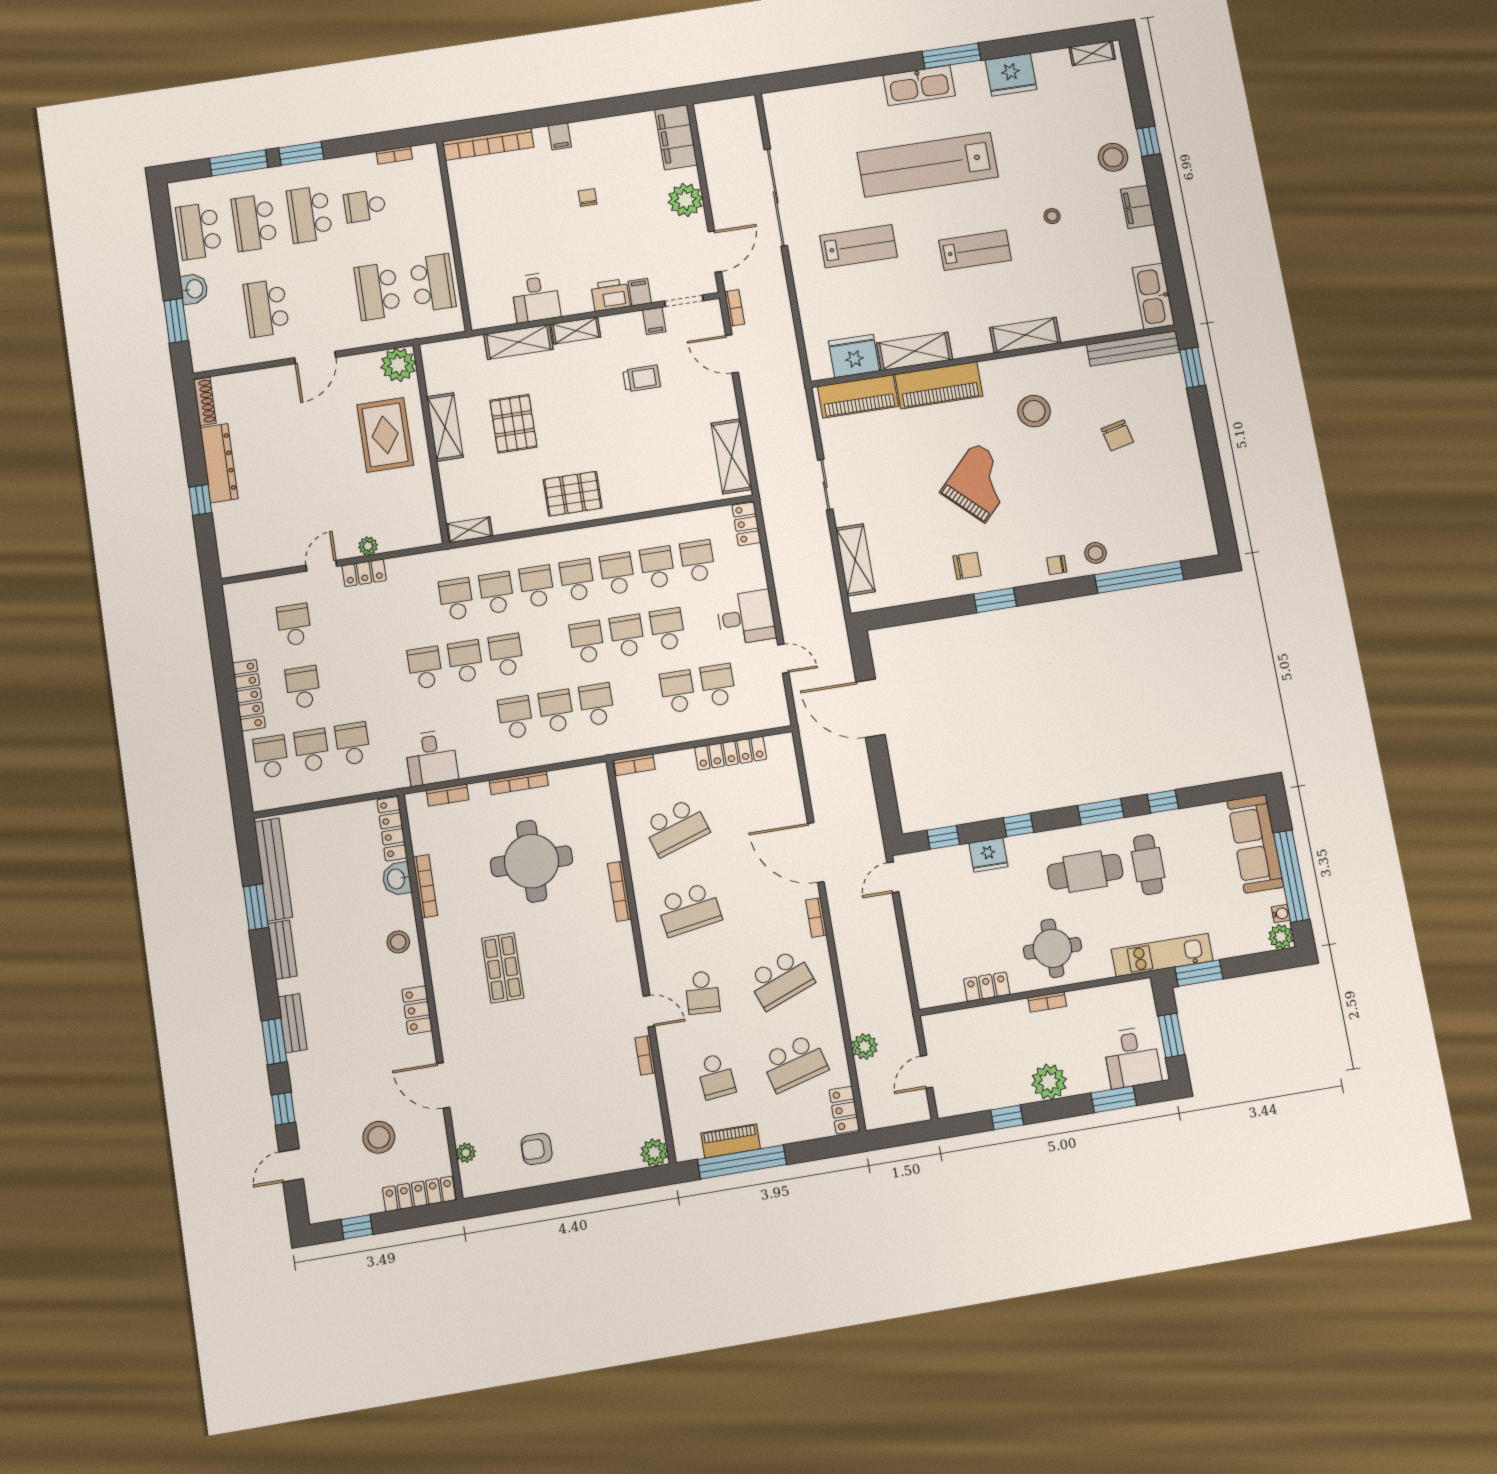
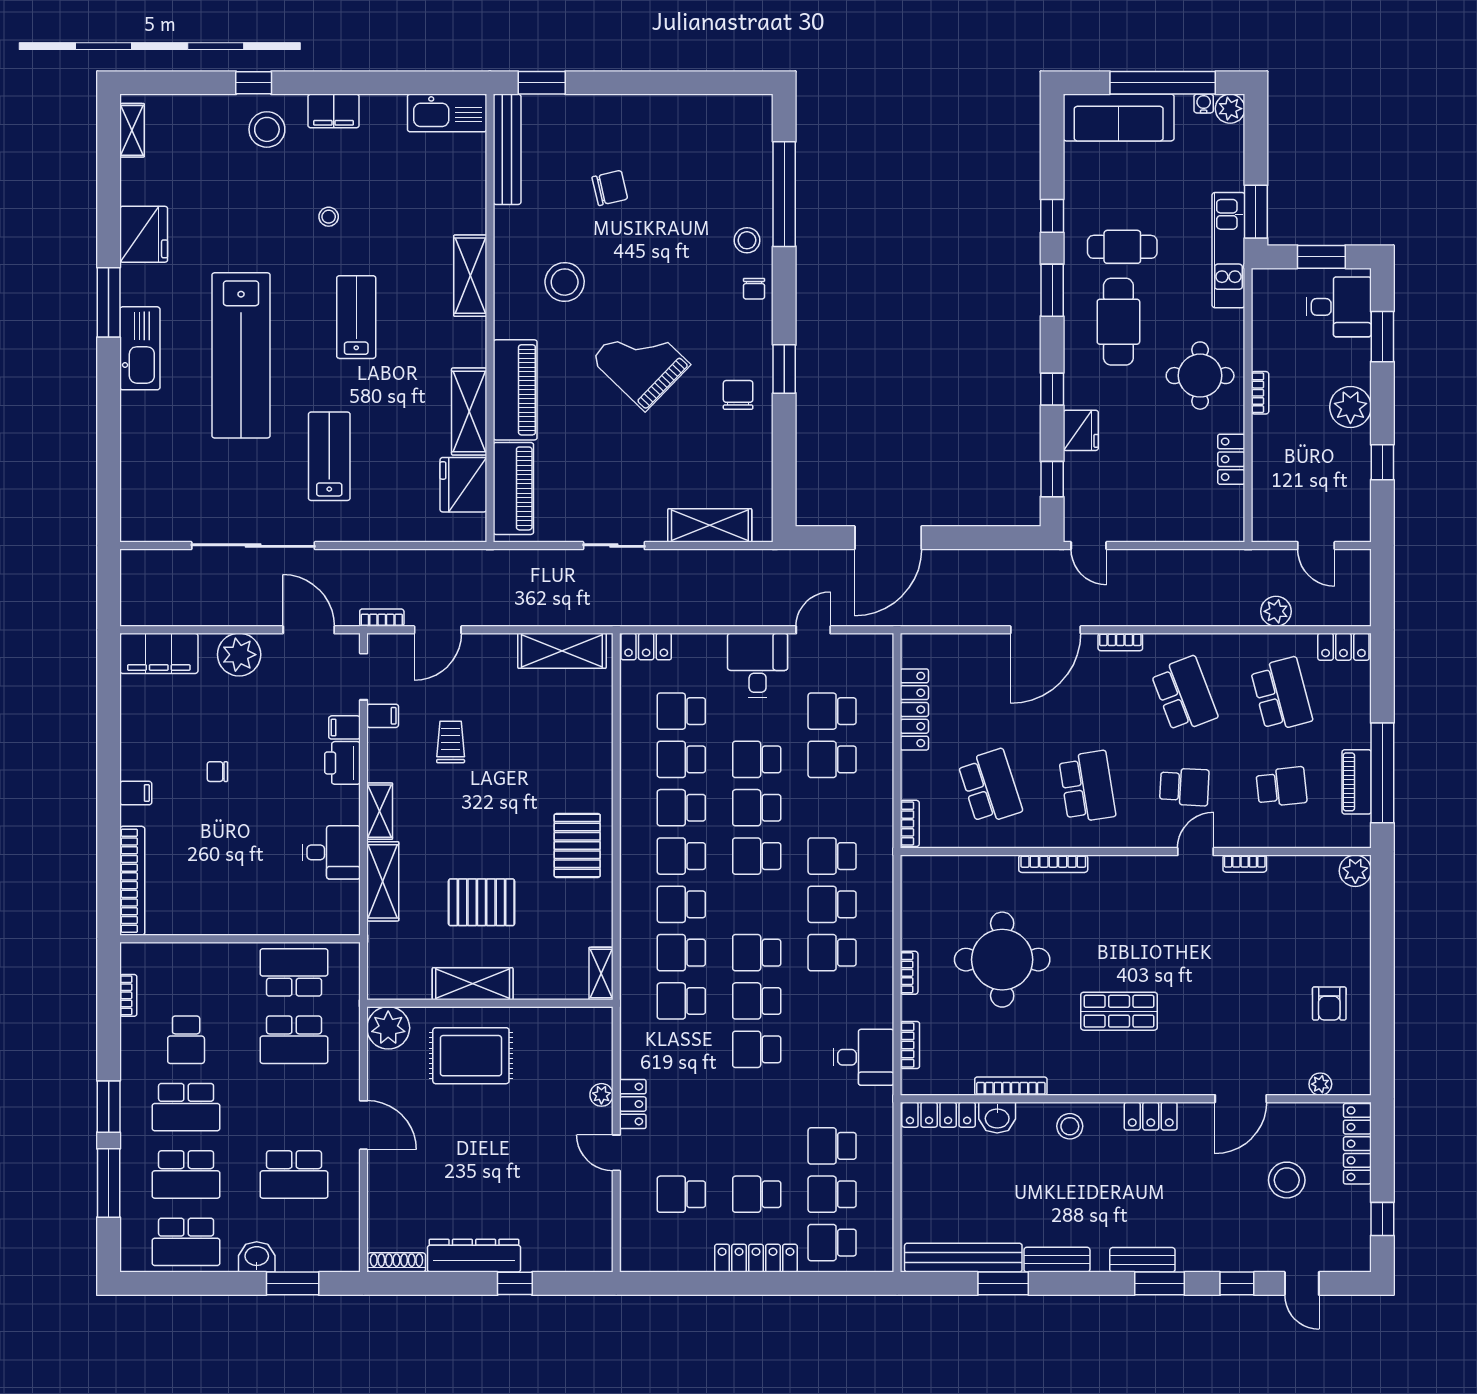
bookcase: (519, 783) -> (909, 973), width x0.64

